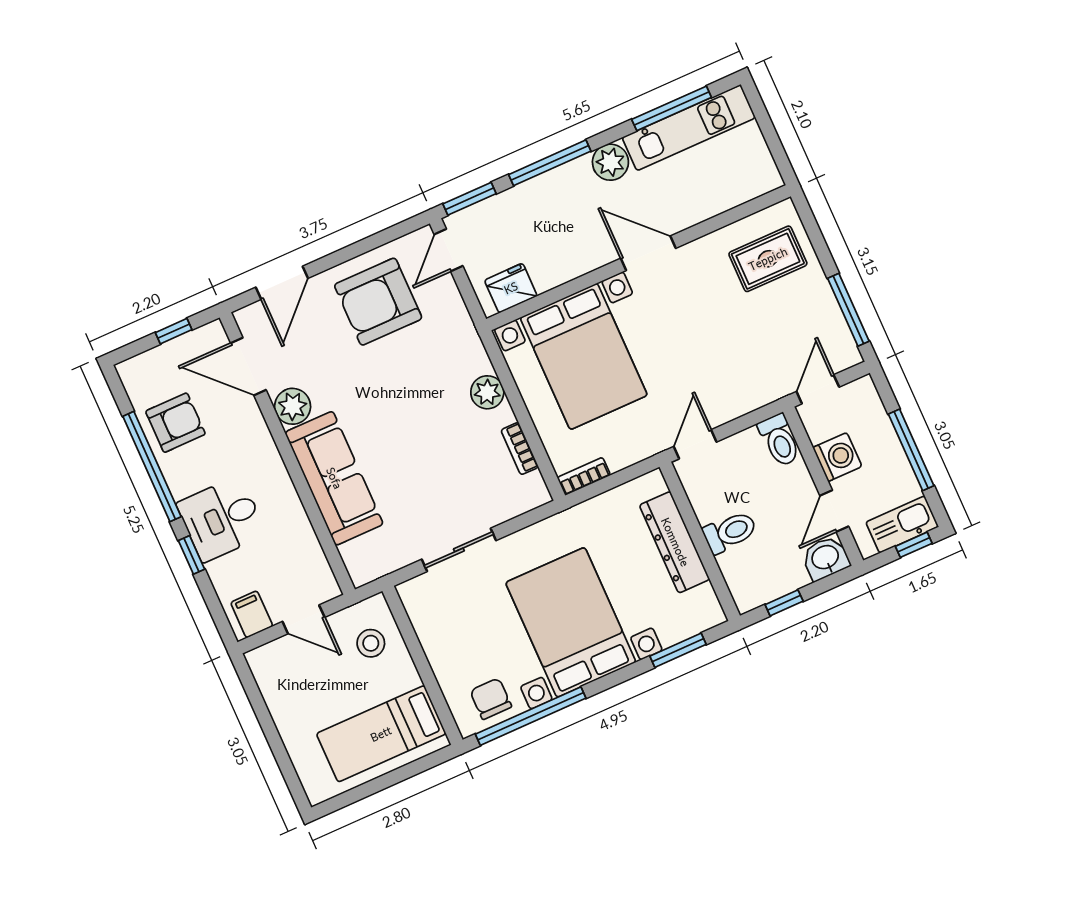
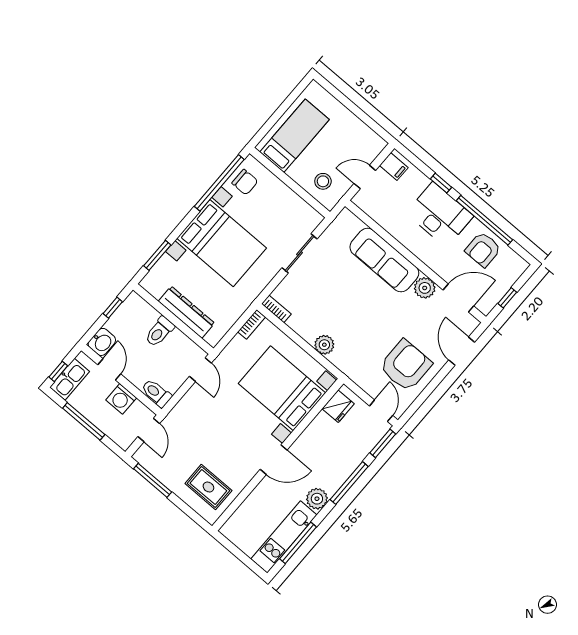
rug: (768, 259) -> (208, 487), turned 90
bookcase: (520, 449) -> (276, 309), moved
desk: (221, 519) -> (440, 215), width x1.37

